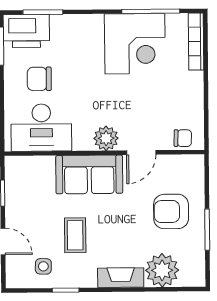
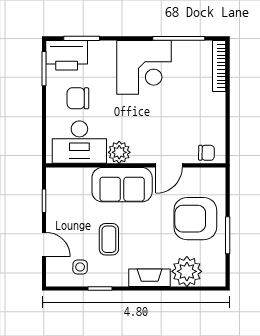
corner desk: (135, 44) -> (144, 67), moved
plant: (106, 138) -> (119, 152), moved
armchair: (171, 211) -> (195, 219), width x1.36, depth x1.36

